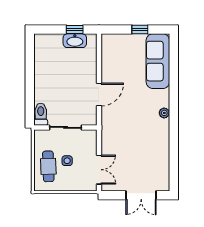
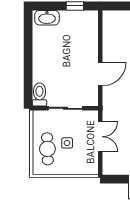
washbasin: (75, 41) -> (47, 18), moved
double door: (99, 170) -> (100, 137), moved

